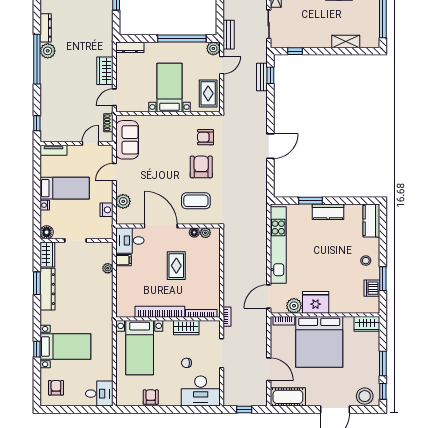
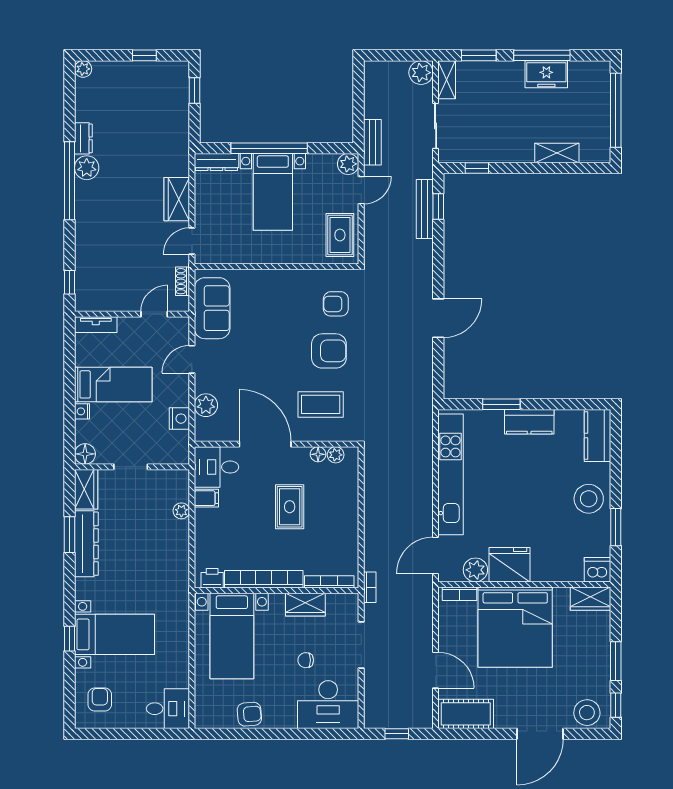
dresser: (46, 28) -> (83, 138), width x0.70
window: (182, 38) -> (269, 148), moved
bench: (262, 77) -> (425, 209), width x1.36
bed with nightstands: (169, 87) -> (273, 192), moved, turned 180
armchair: (201, 167) -> (329, 351), turned 90
stool: (366, 261) -> (589, 499), width x1.89, depth x1.89
dishwasher: (372, 288) -> (597, 570), moved, turned 90
printer: (127, 311) -> (212, 578), added
armchair: (151, 397) -> (249, 714), turned 85

